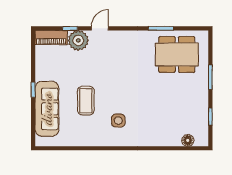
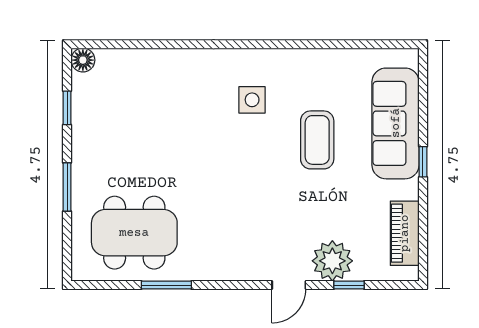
piano: (51, 37) -> (405, 233), moved, turned -90
floor lamp: (188, 140) -> (83, 60), moved

